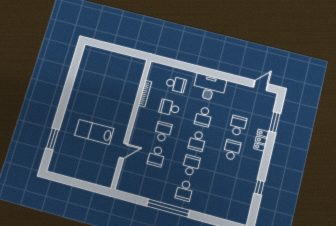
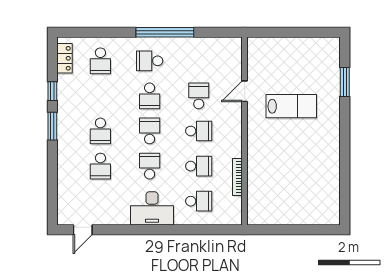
school desk: (176, 84) -> (199, 201), turned 180
window: (275, 122) -> (52, 126), moved
school desk: (163, 132) -> (199, 131), turned -90
locker: (261, 140) -> (64, 58), moved
school desk: (184, 190) -> (150, 61), turned -90
school desk: (220, 200) -> (100, 61), added

